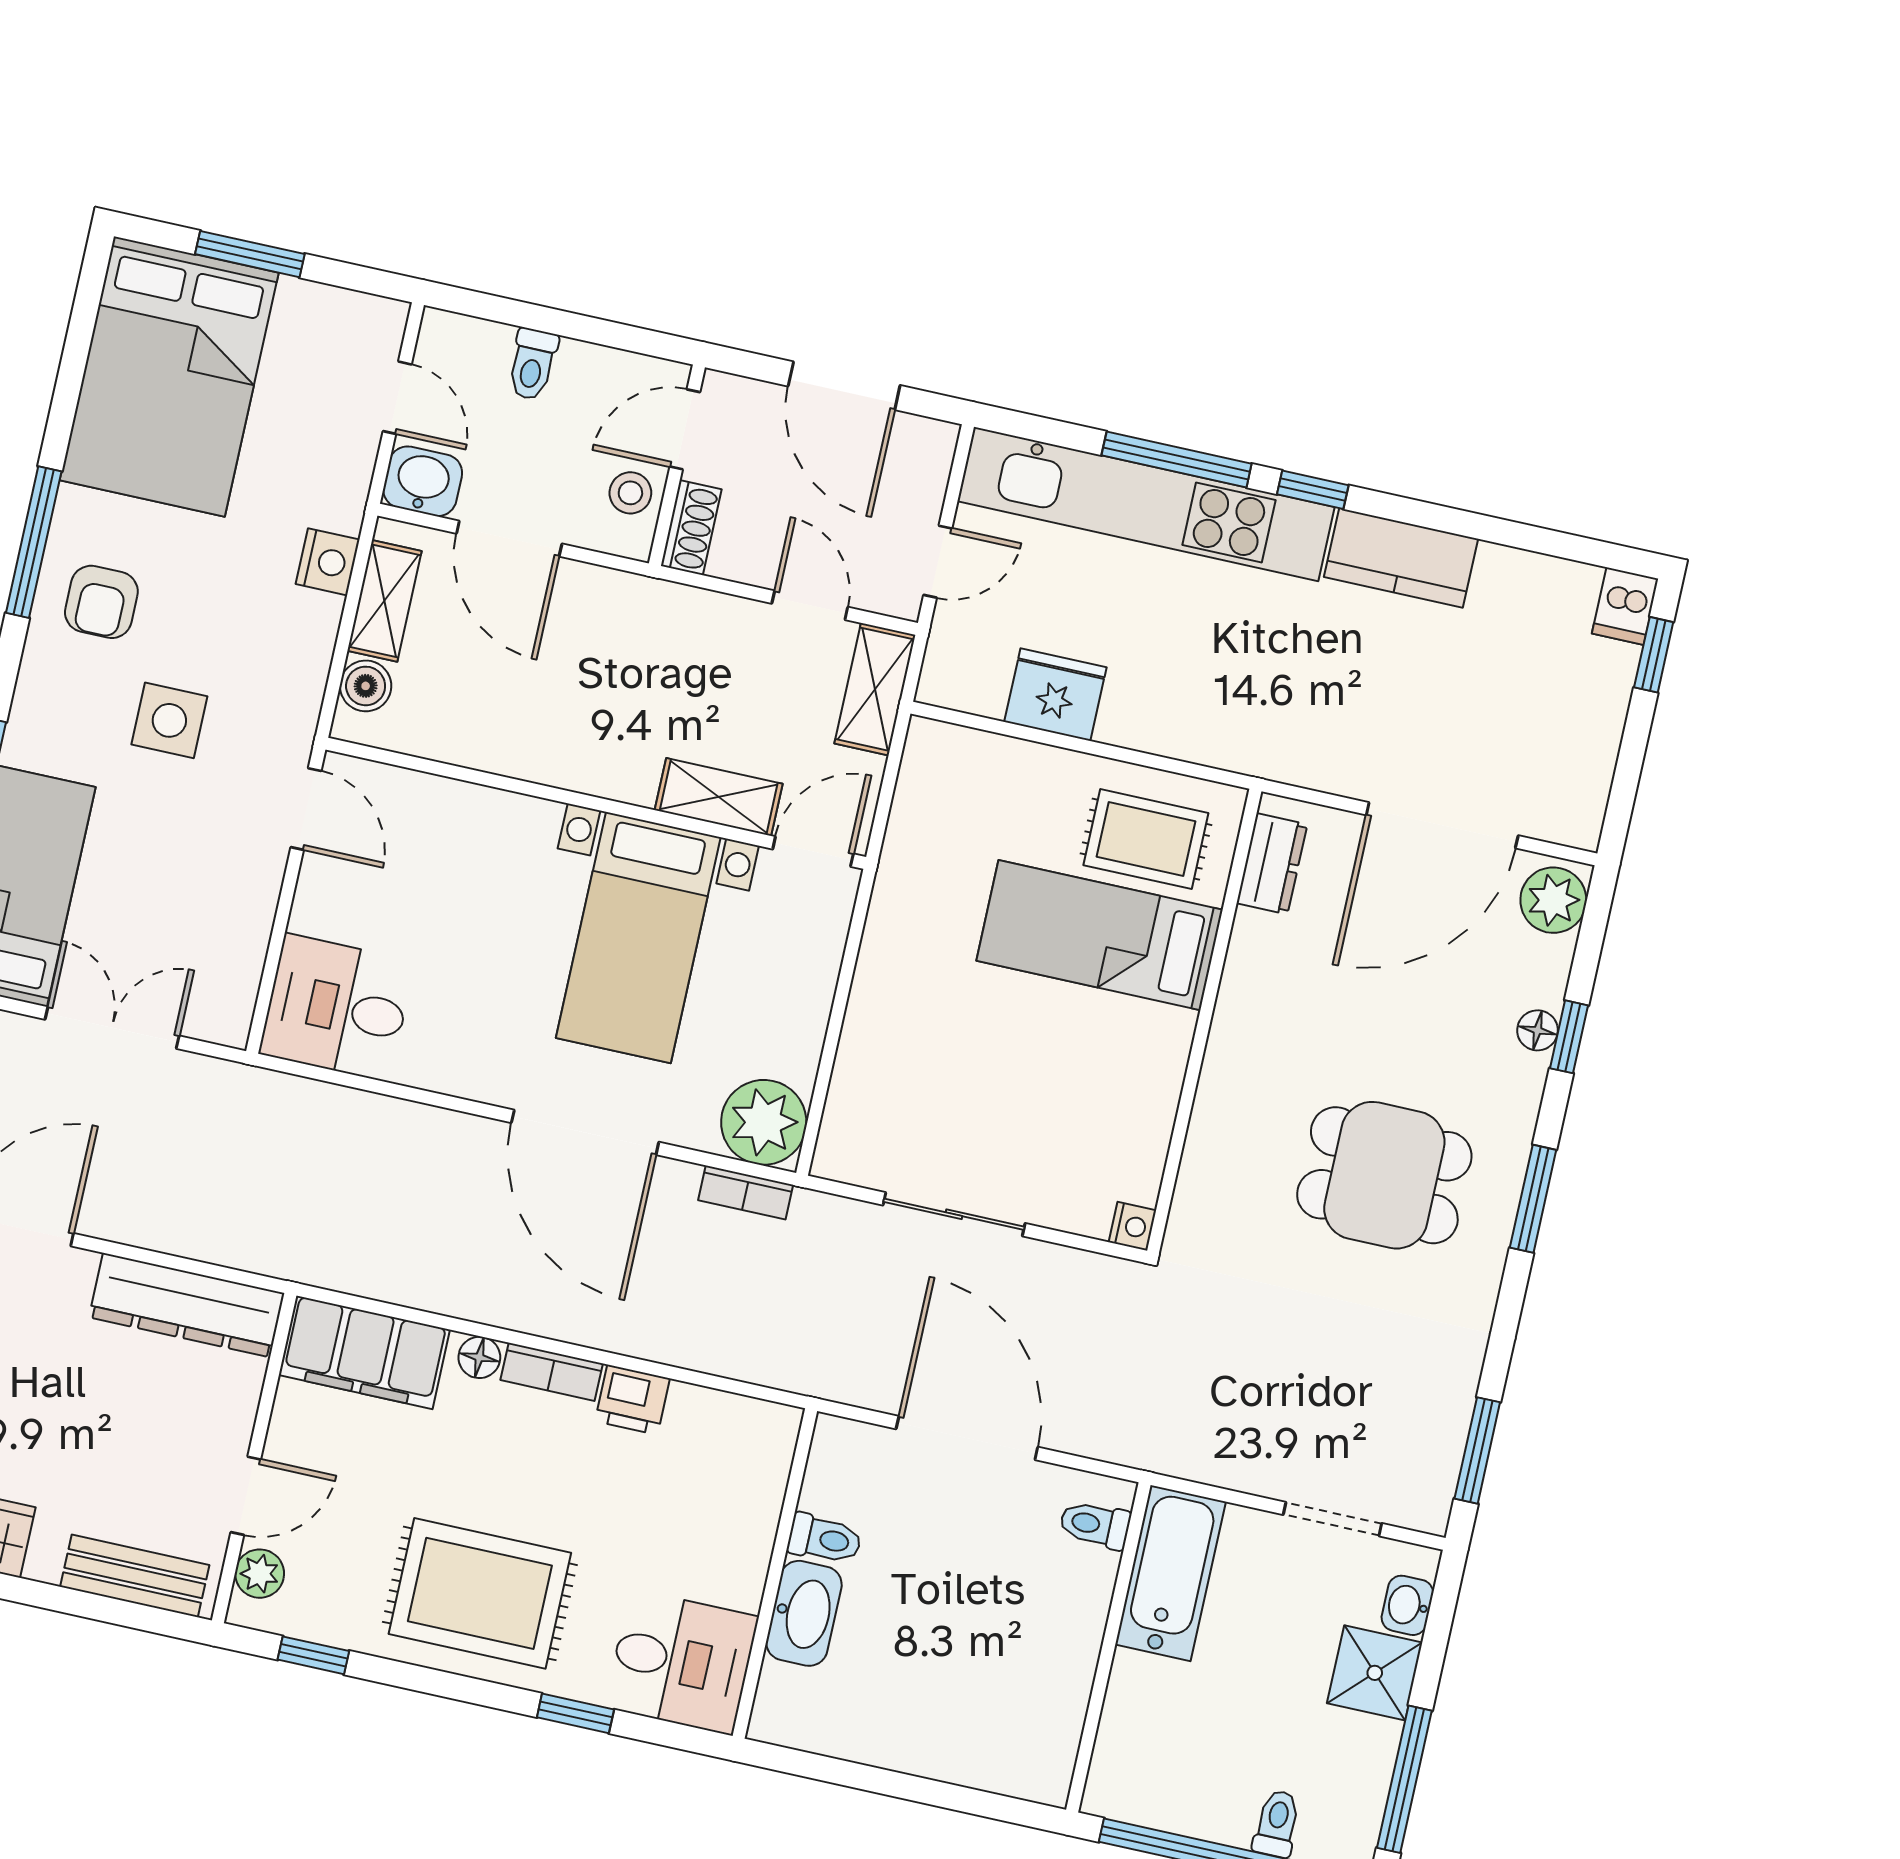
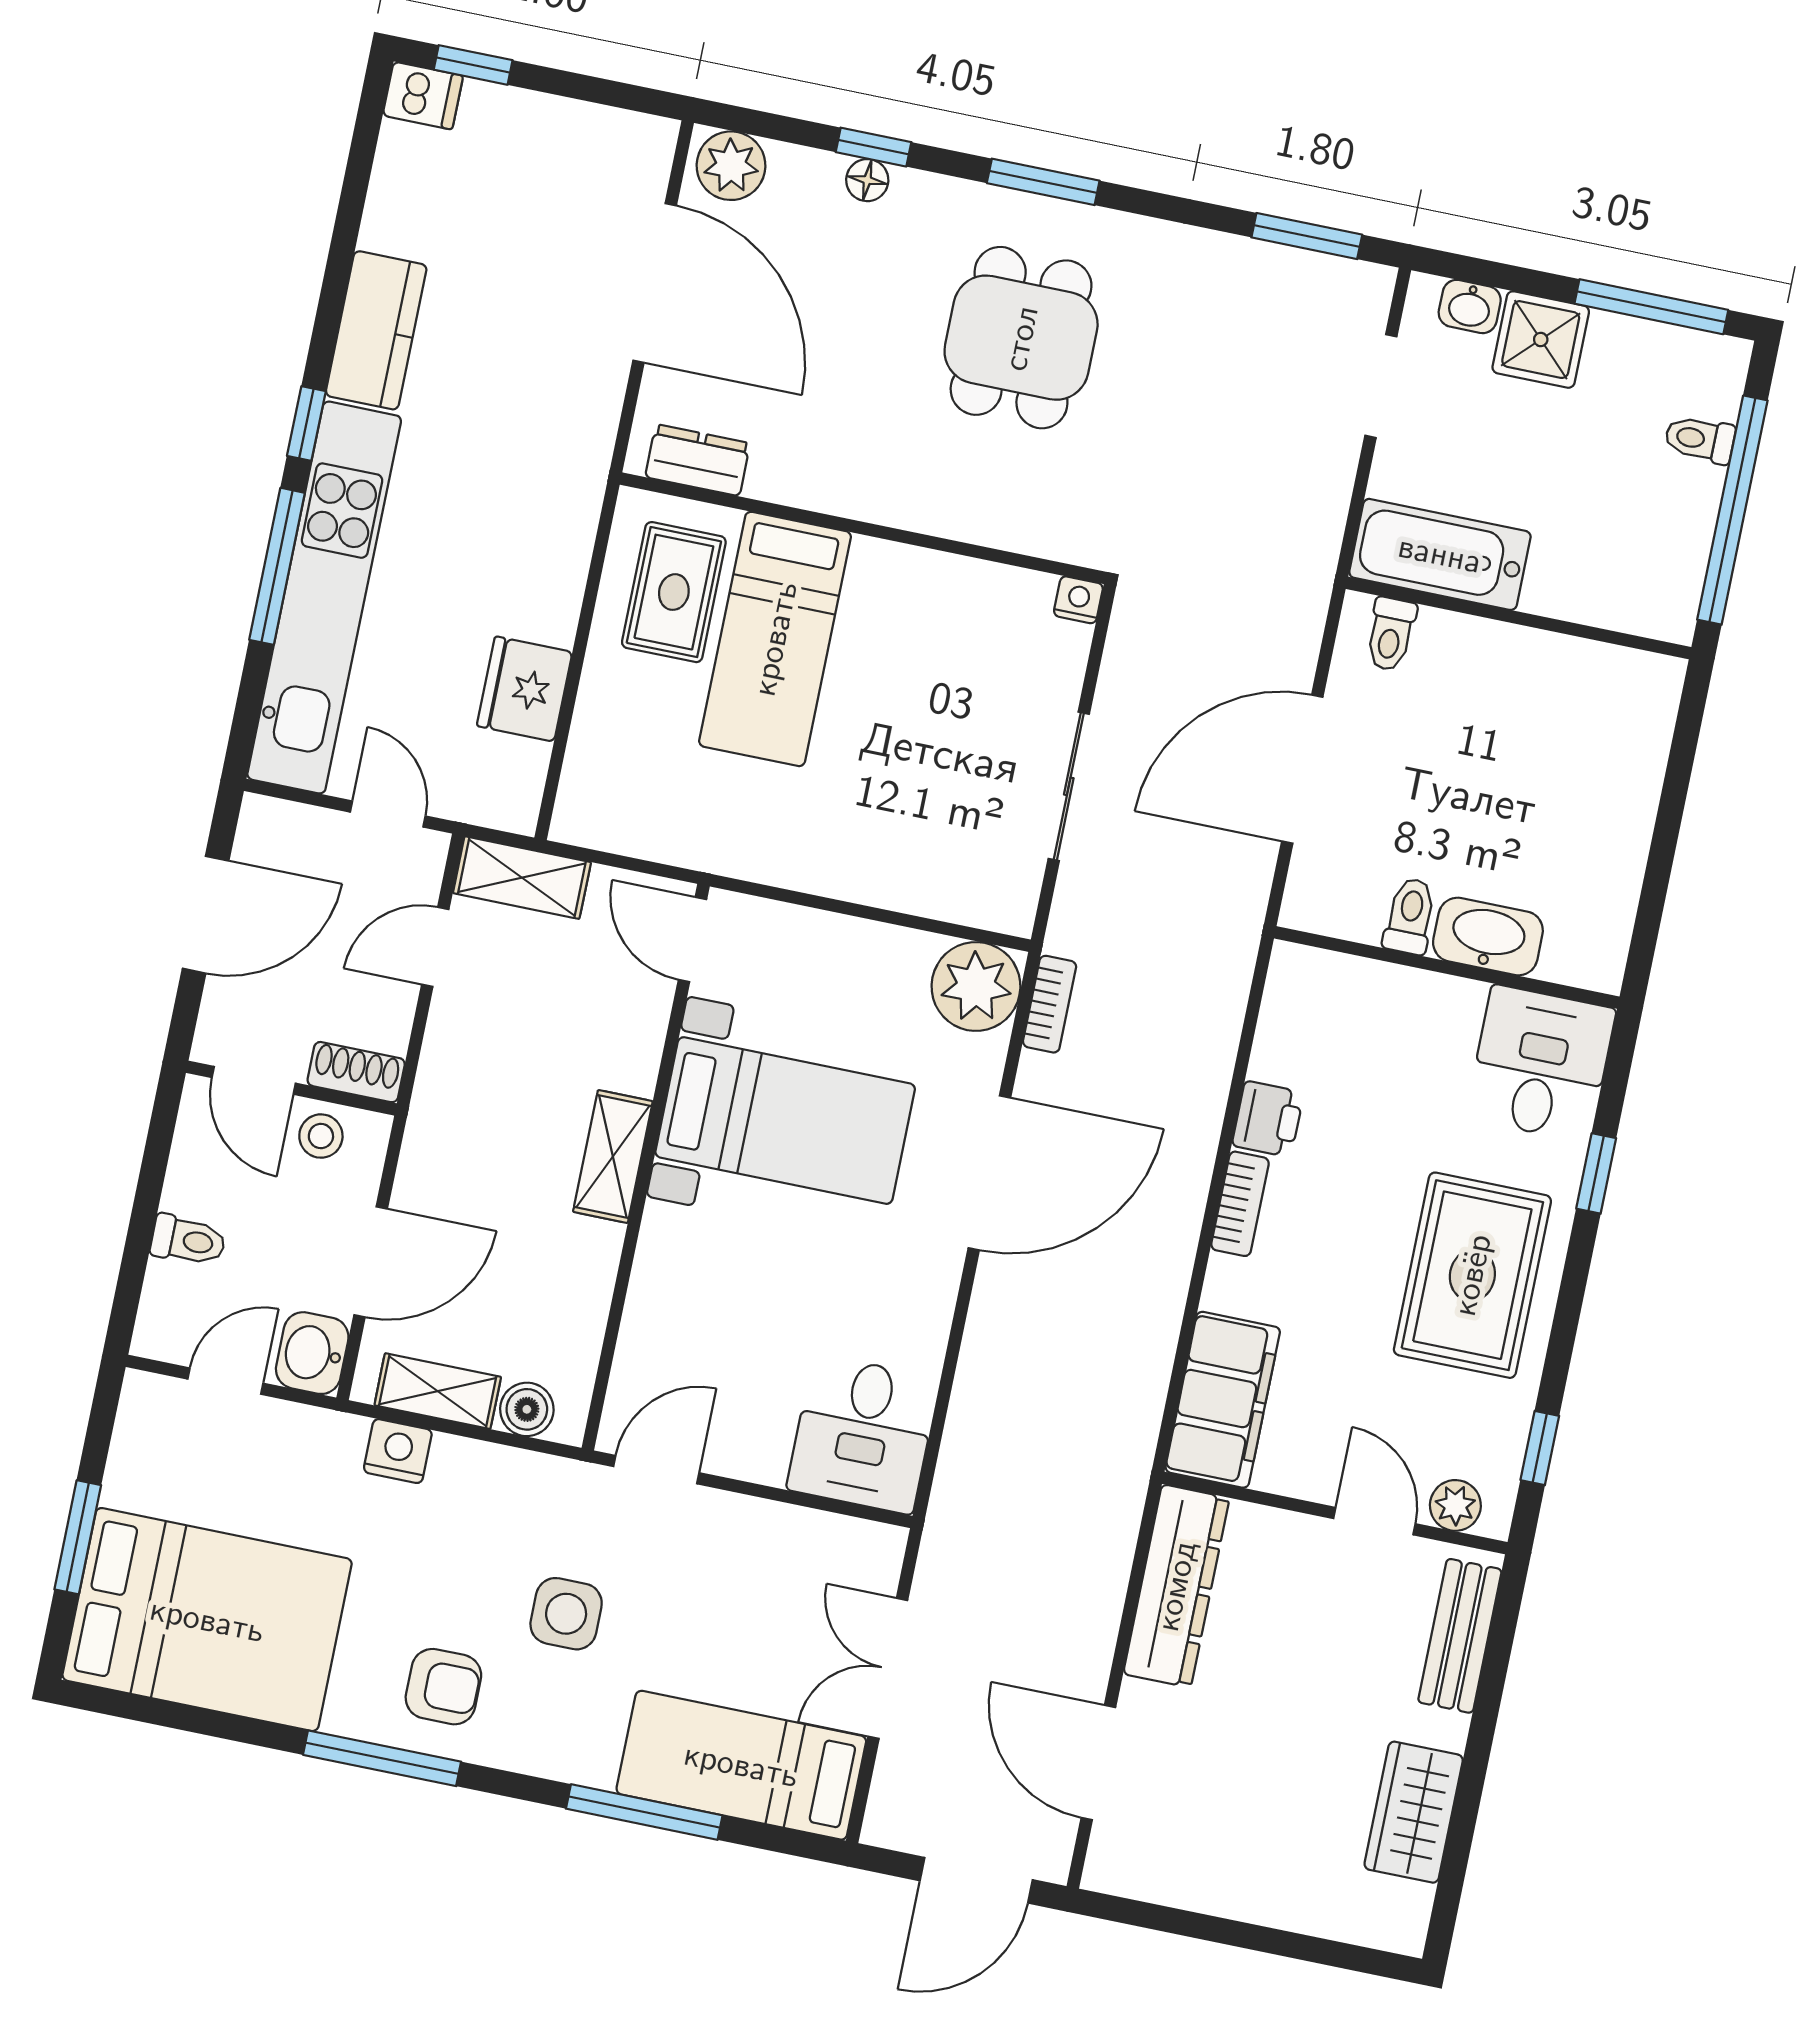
shelving: (719, 797) -> (613, 1157), moved
floor lamp: (479, 1357) -> (1226, 1280), removed

